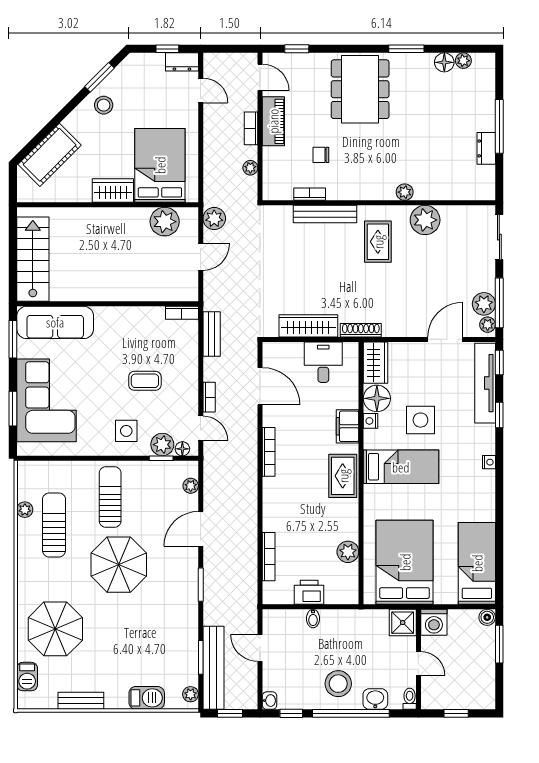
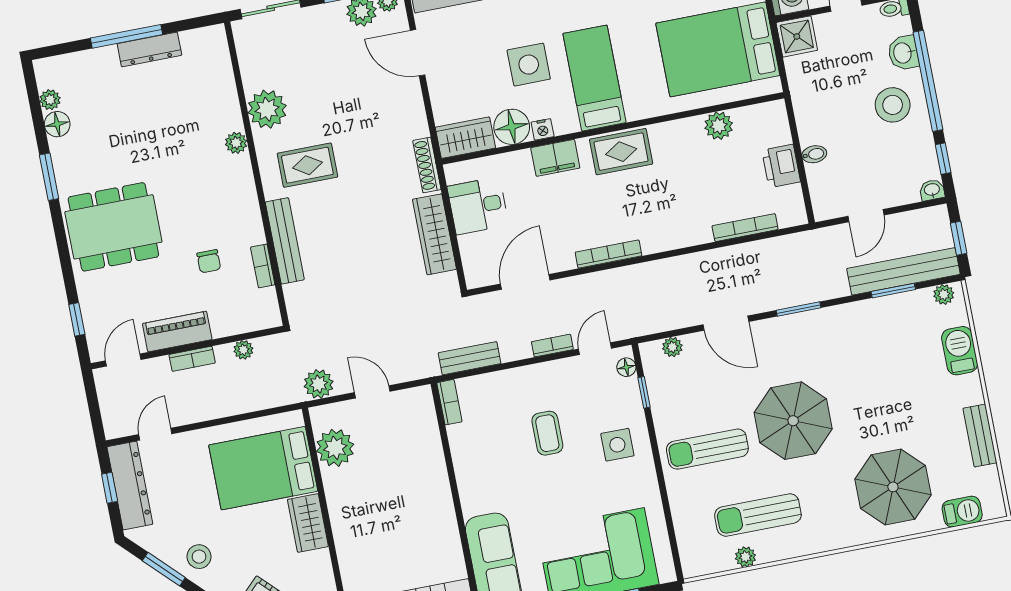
dresser: (182, 62) -> (130, 486), width x1.96, depth x1.24
dresser: (486, 148) -> (149, 49), width x1.44
plant: (162, 445) -> (626, 394), removed

